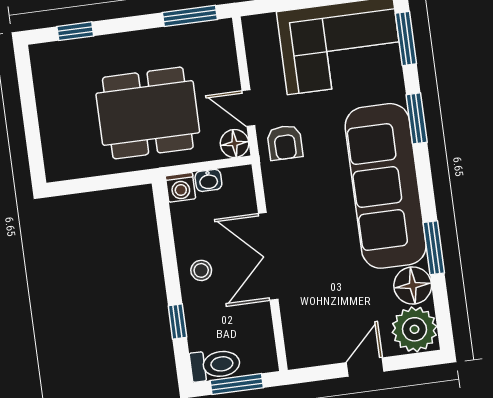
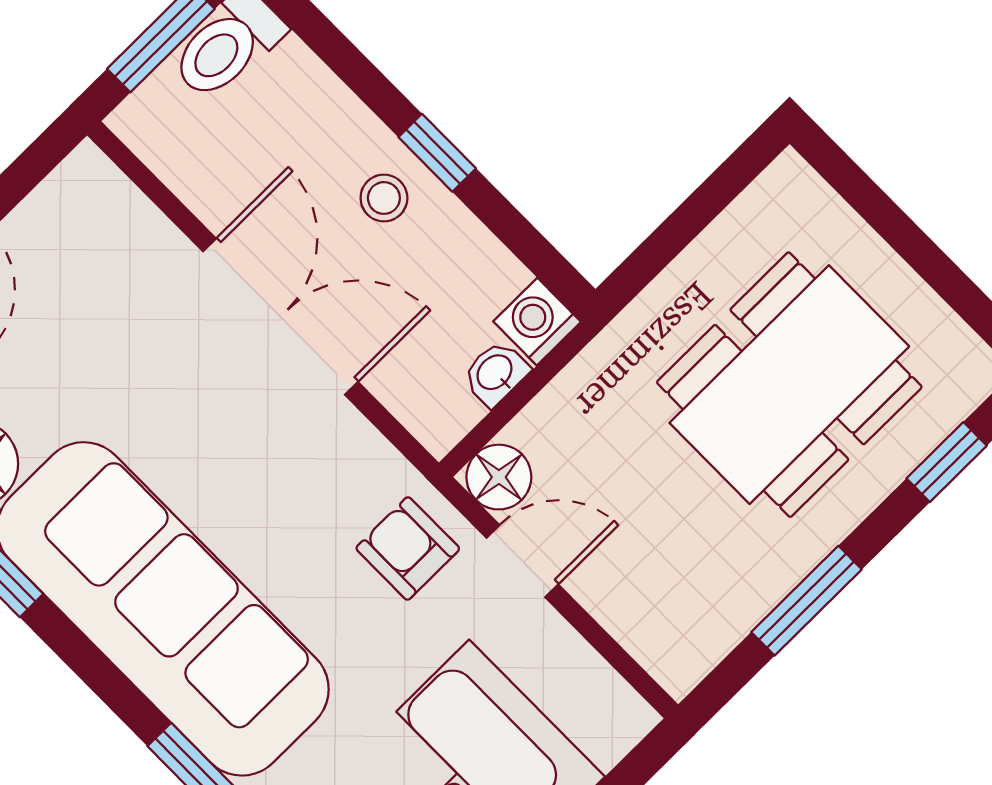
window: (190, 16) -> (806, 601), moved
dining table: (148, 113) -> (789, 385), moved
window: (177, 322) -> (437, 153), moved

